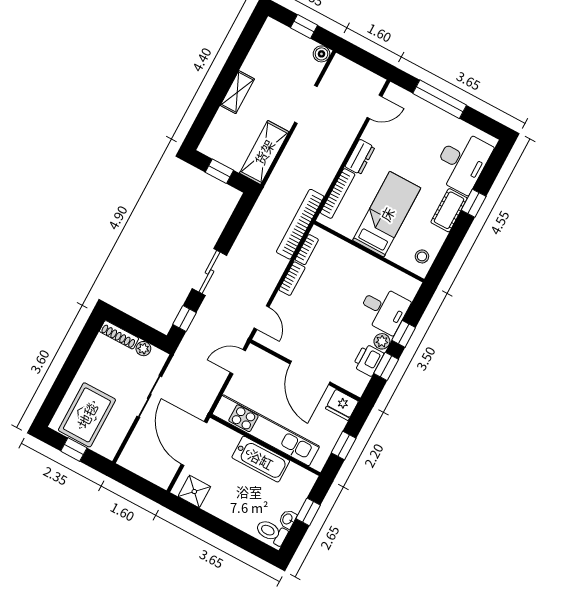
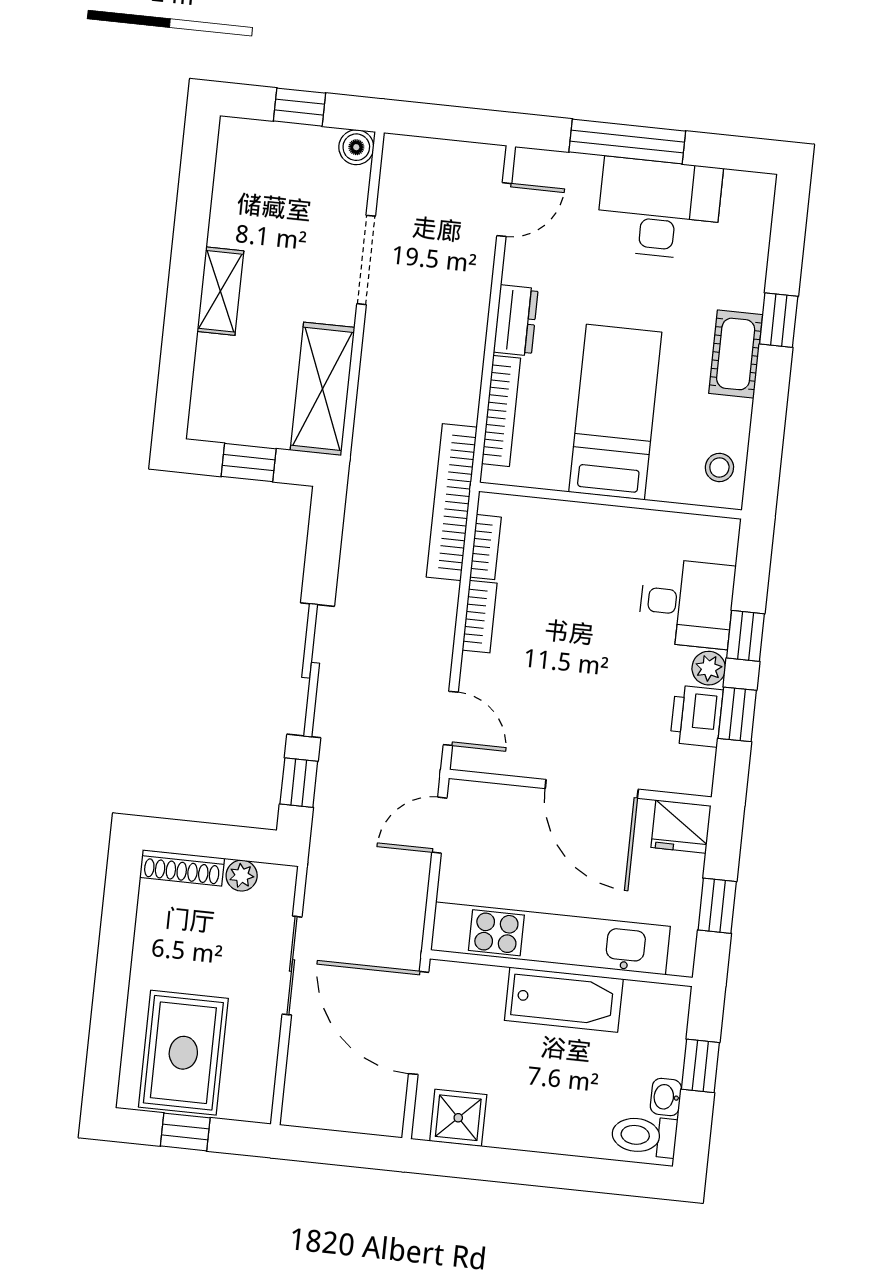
desk: (462, 162) -> (659, 209), moved, turned -90
sliding door: (209, 272) -> (311, 670), width x1.37

